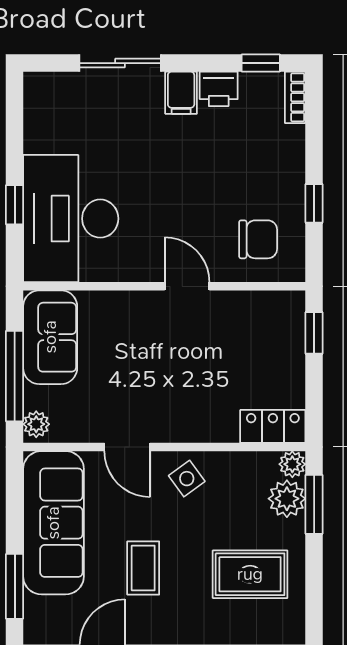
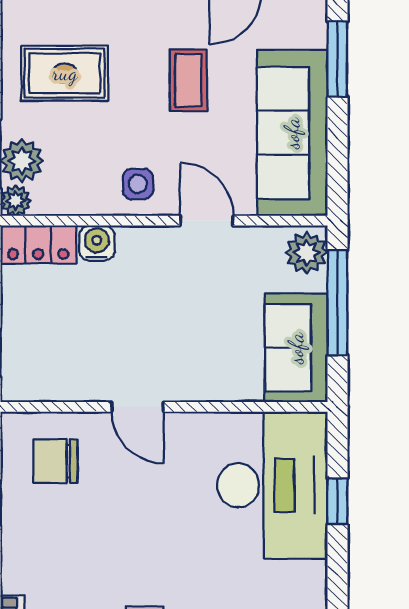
plant: (36, 424) -> (307, 253), width x1.38, depth x1.38
water cooler: (222, 428) -> (97, 243), added
side table: (187, 479) -> (138, 184), turned 36

